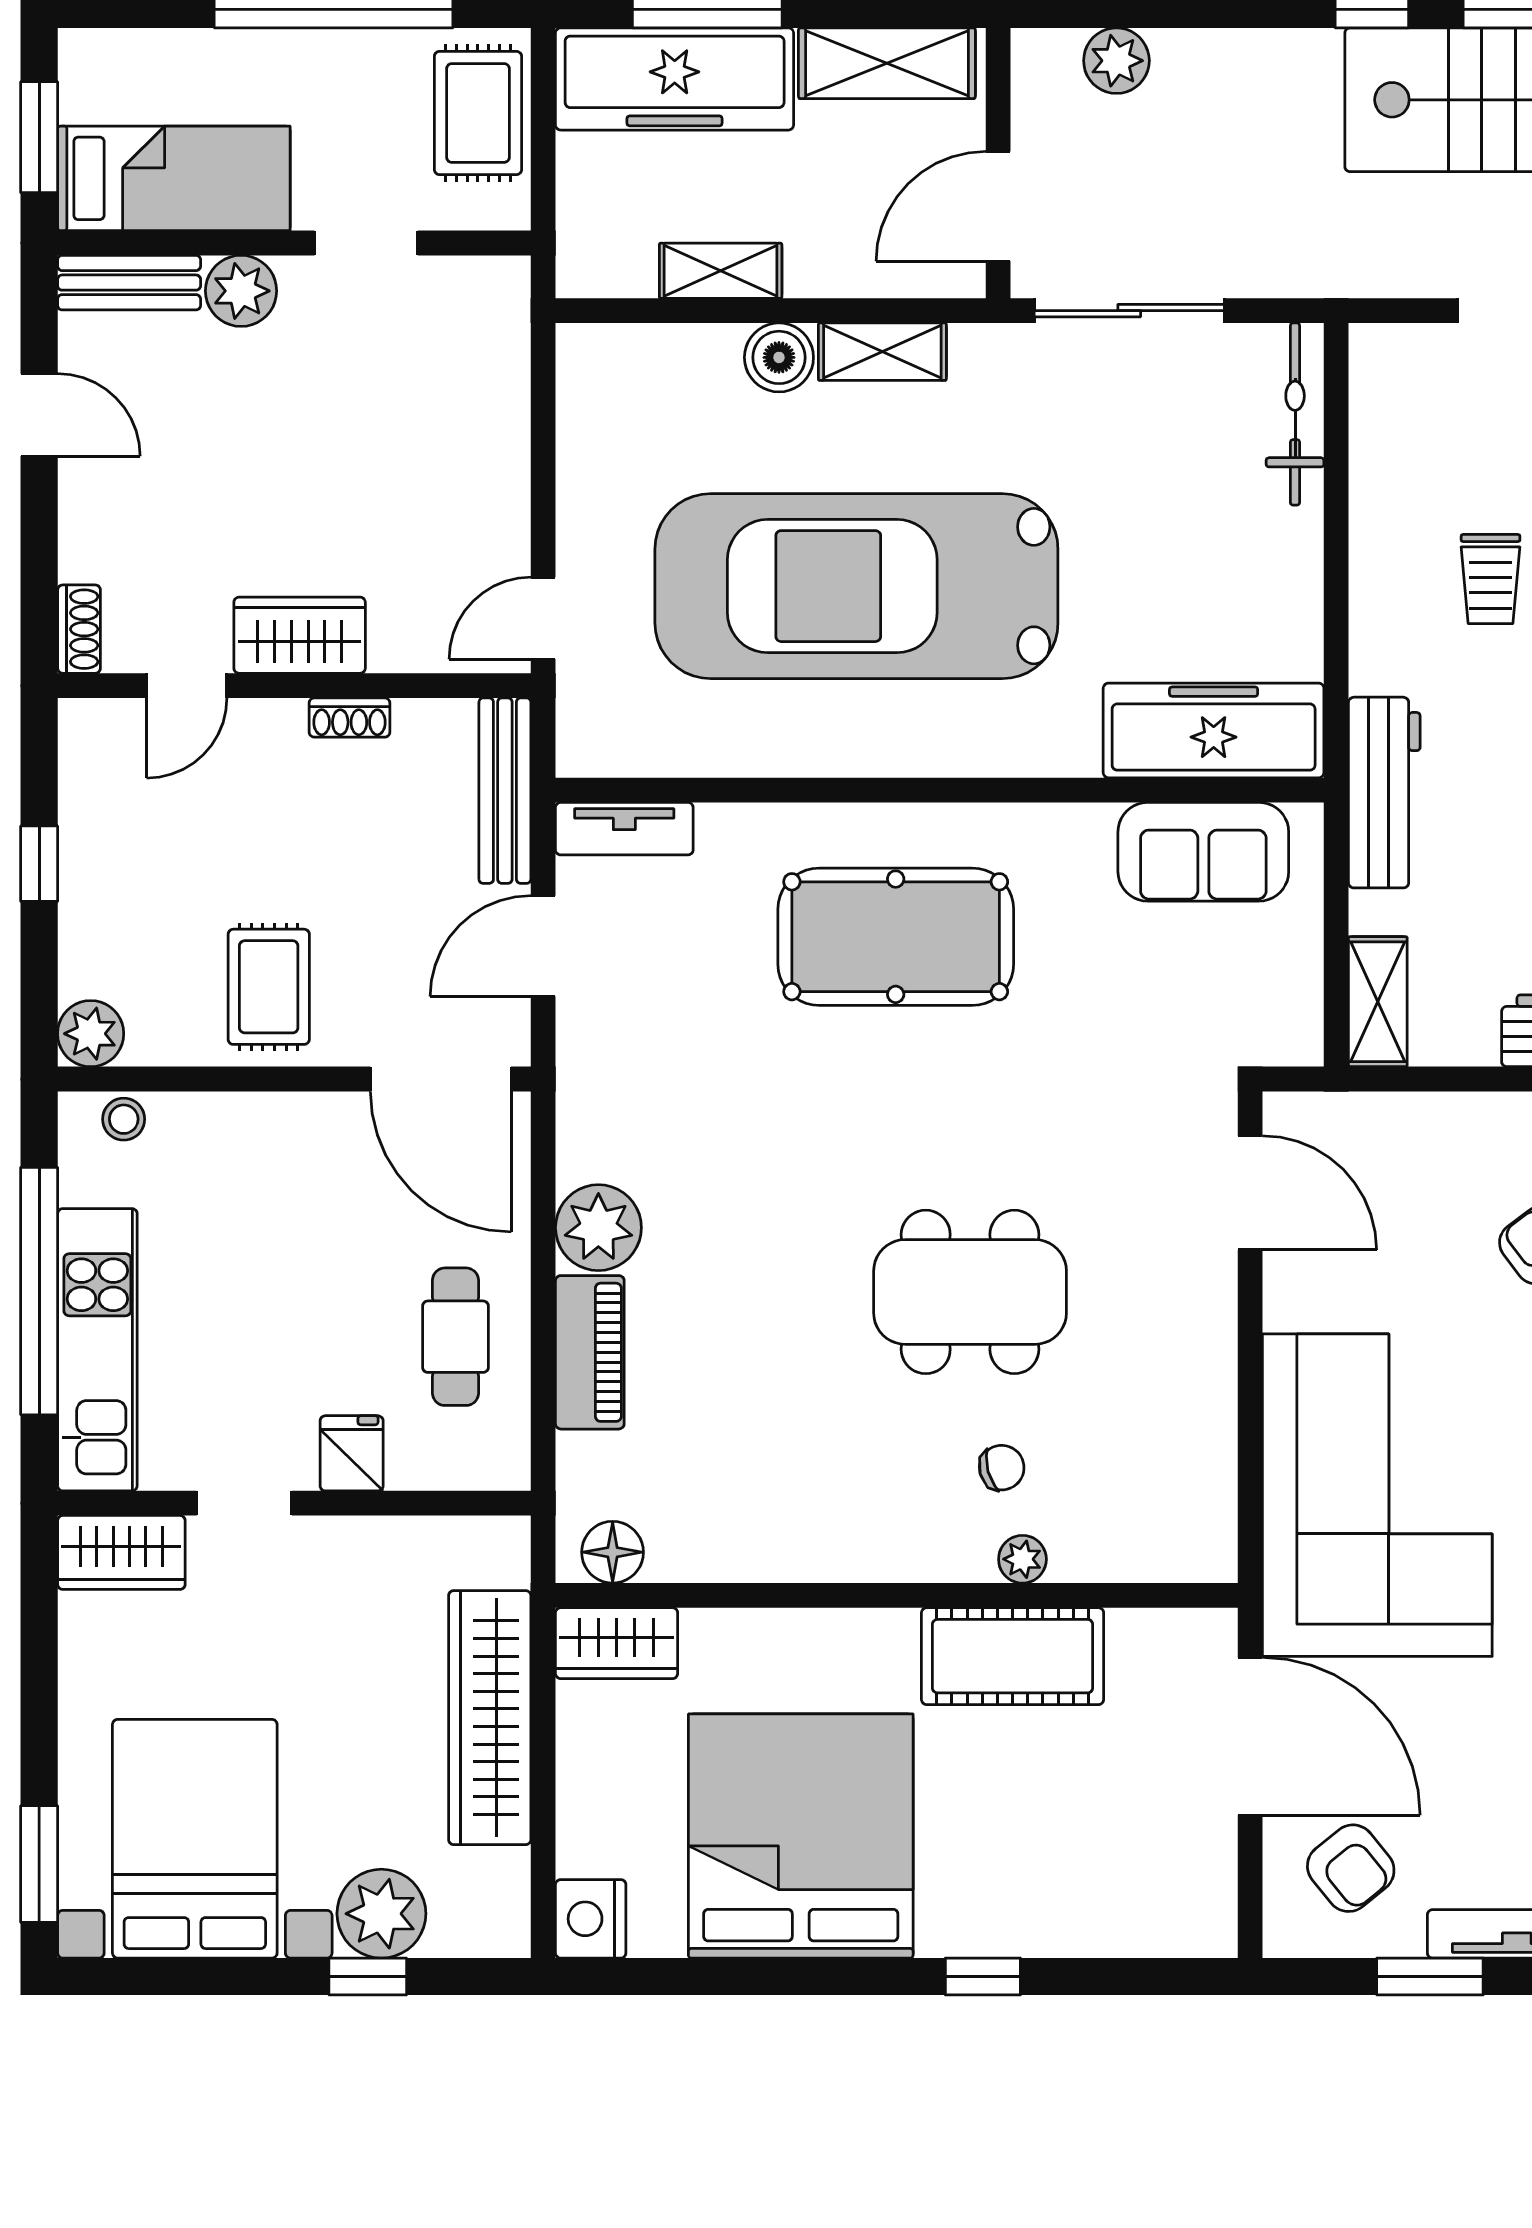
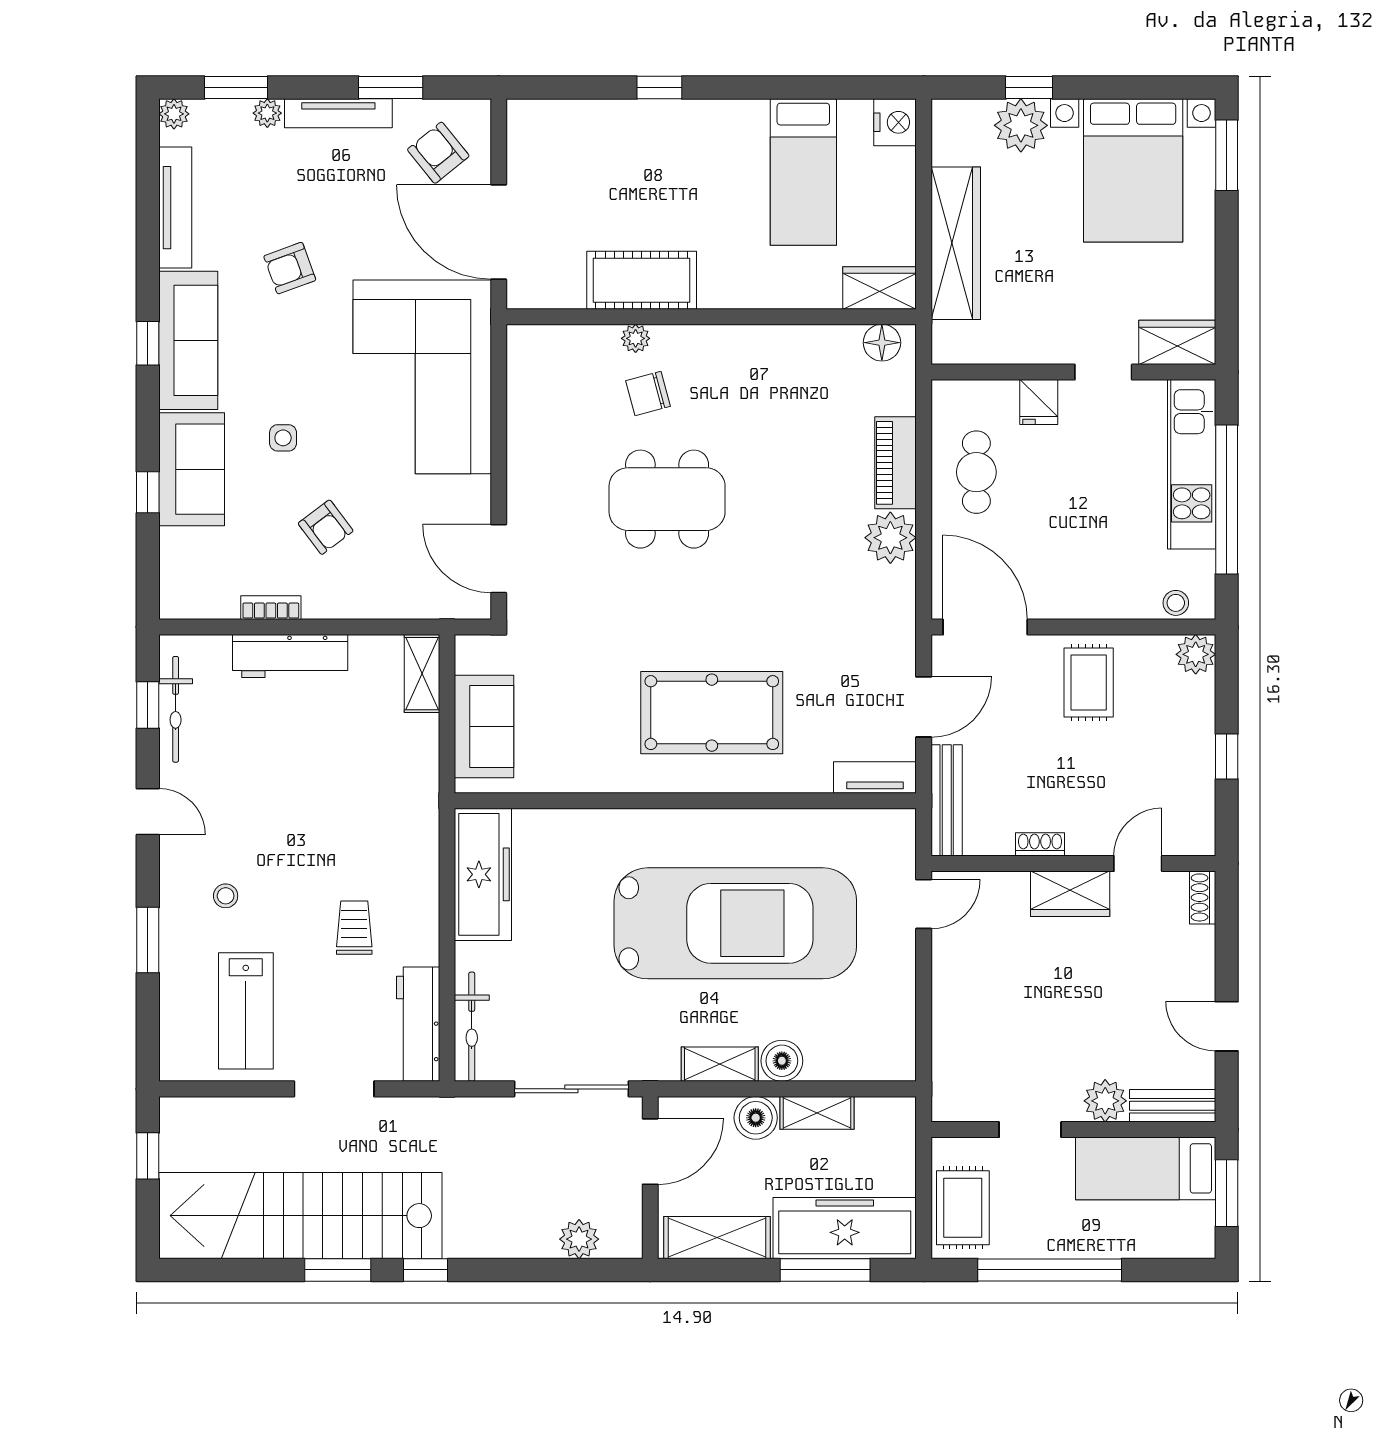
boiler: (823, 263) -> (756, 1118), added
freezer: (1214, 730) -> (483, 874), moved, turned -90
workbench: (1384, 793) -> (418, 1024), moved
sofa: (1203, 852) -> (484, 727), moved, turned 90
chair: (1002, 1468) -> (648, 393), width x1.37, depth x1.37
bed: (801, 1836) -> (803, 172), width x0.49

